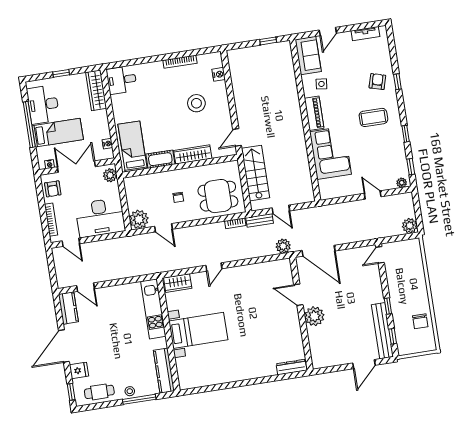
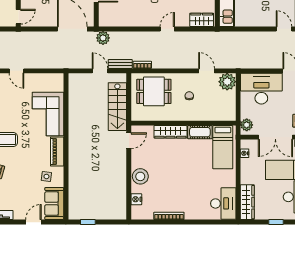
desk: (122, 80) -> (223, 203), width x1.37
stool: (196, 103) -> (140, 176), moved

